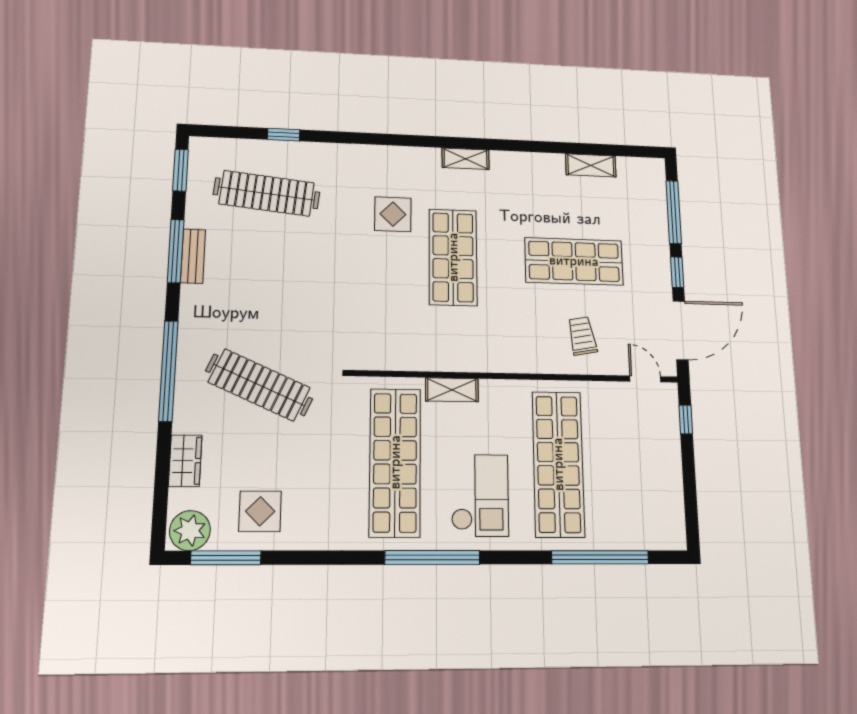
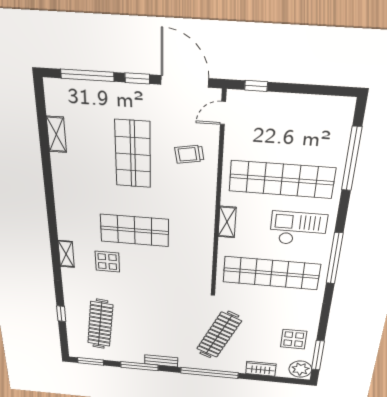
shelving: (466, 159) -> (66, 254), moved
bench: (193, 256) -> (161, 361), moved
shelving: (452, 390) -> (227, 222), moved

